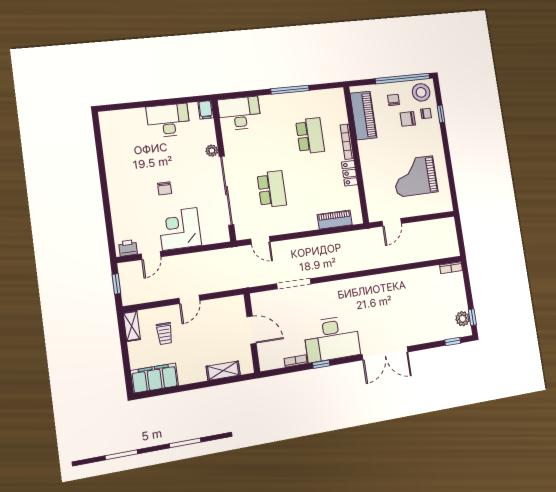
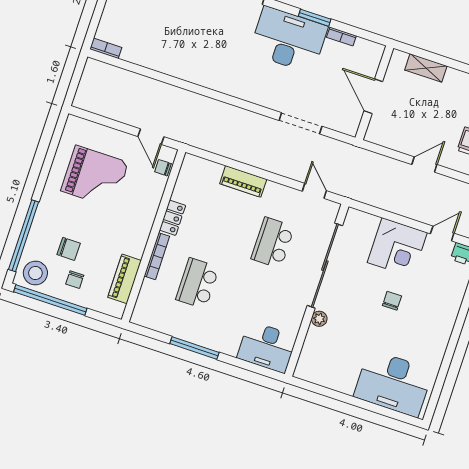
filing cabinet: (206, 110) -> (303, 369), removed
chair: (426, 113) -> (163, 168), moved
window: (441, 114) -> (24, 236), width x3.17
piano: (363, 116) -> (125, 279), width x0.73, depth x0.75
desk: (168, 120) -> (393, 383), moved, width x1.36, depth x1.30
piano: (335, 220) -> (243, 181), moved
door: (392, 222) -> (151, 137), swing flipped
window: (321, 364) -> (315, 18), width x1.50

